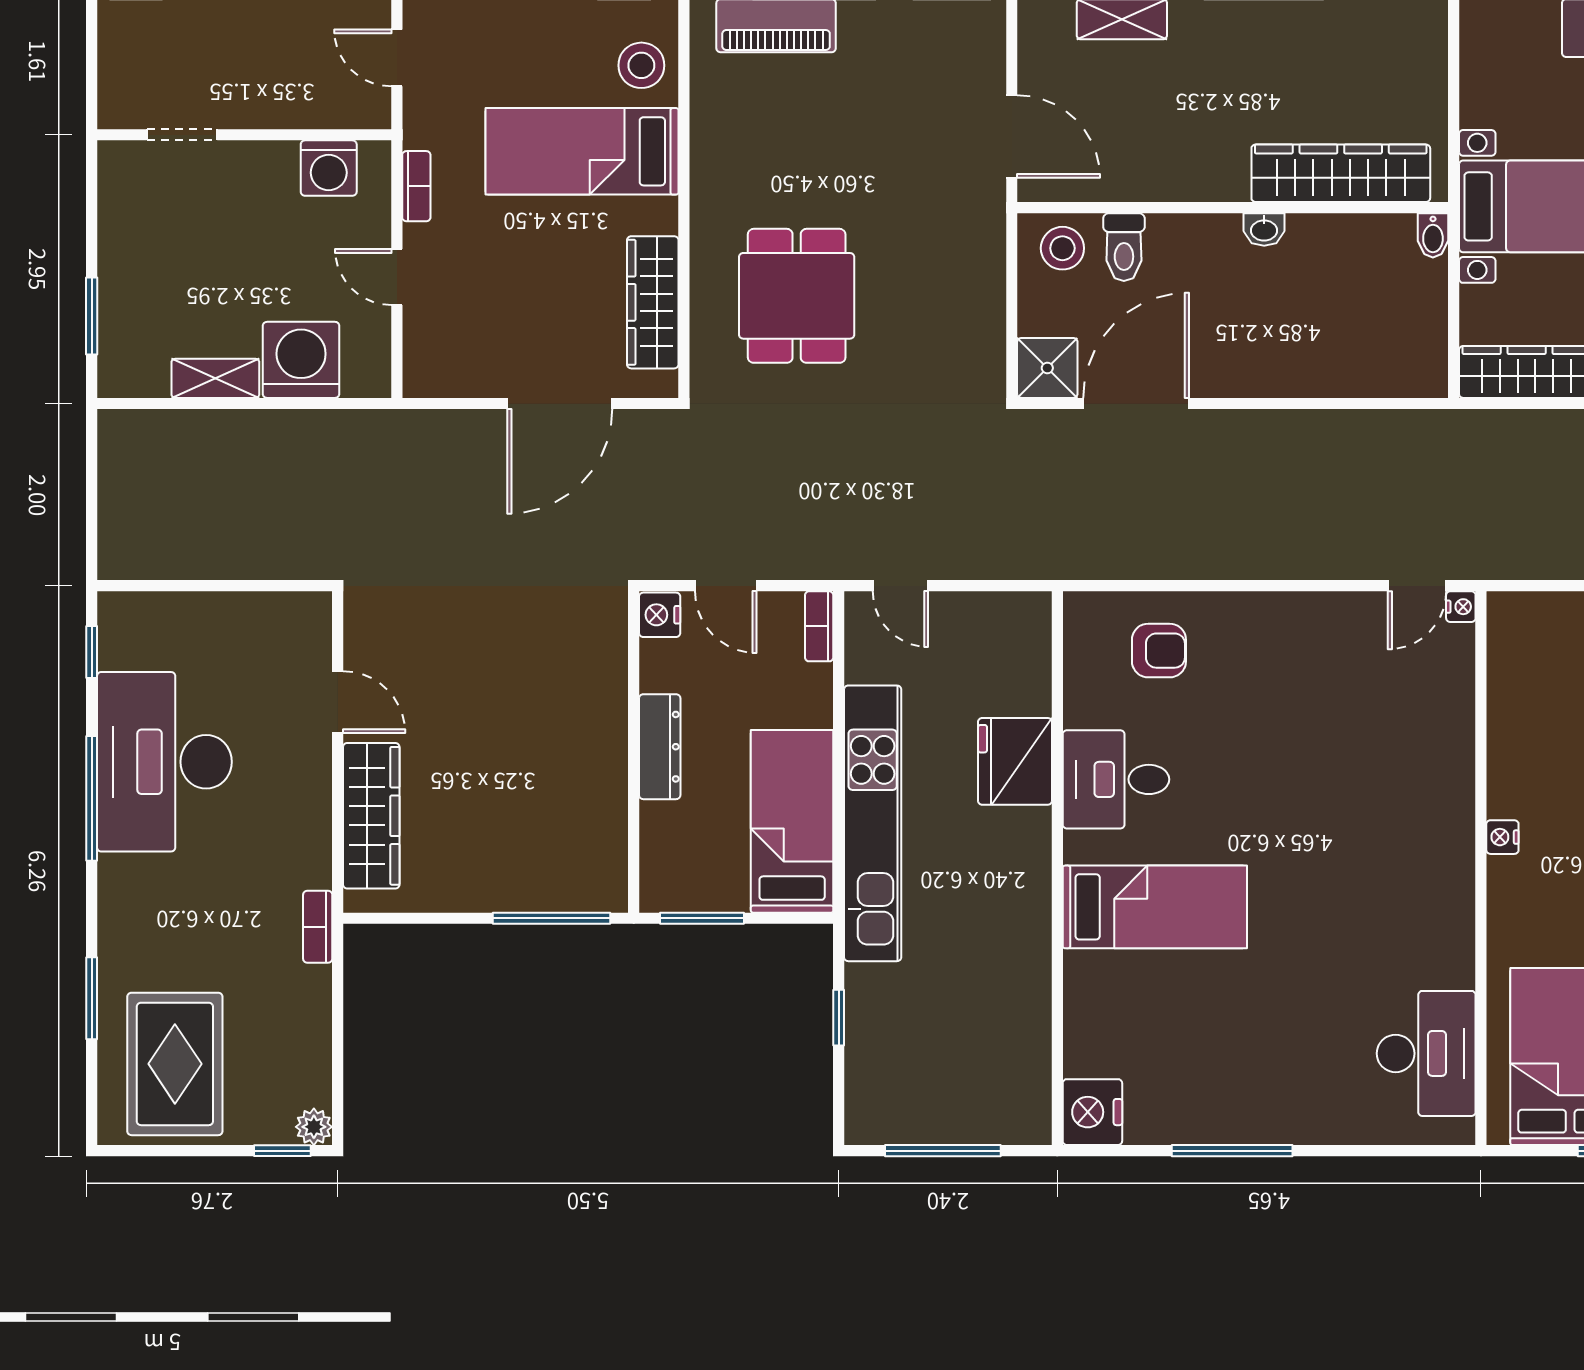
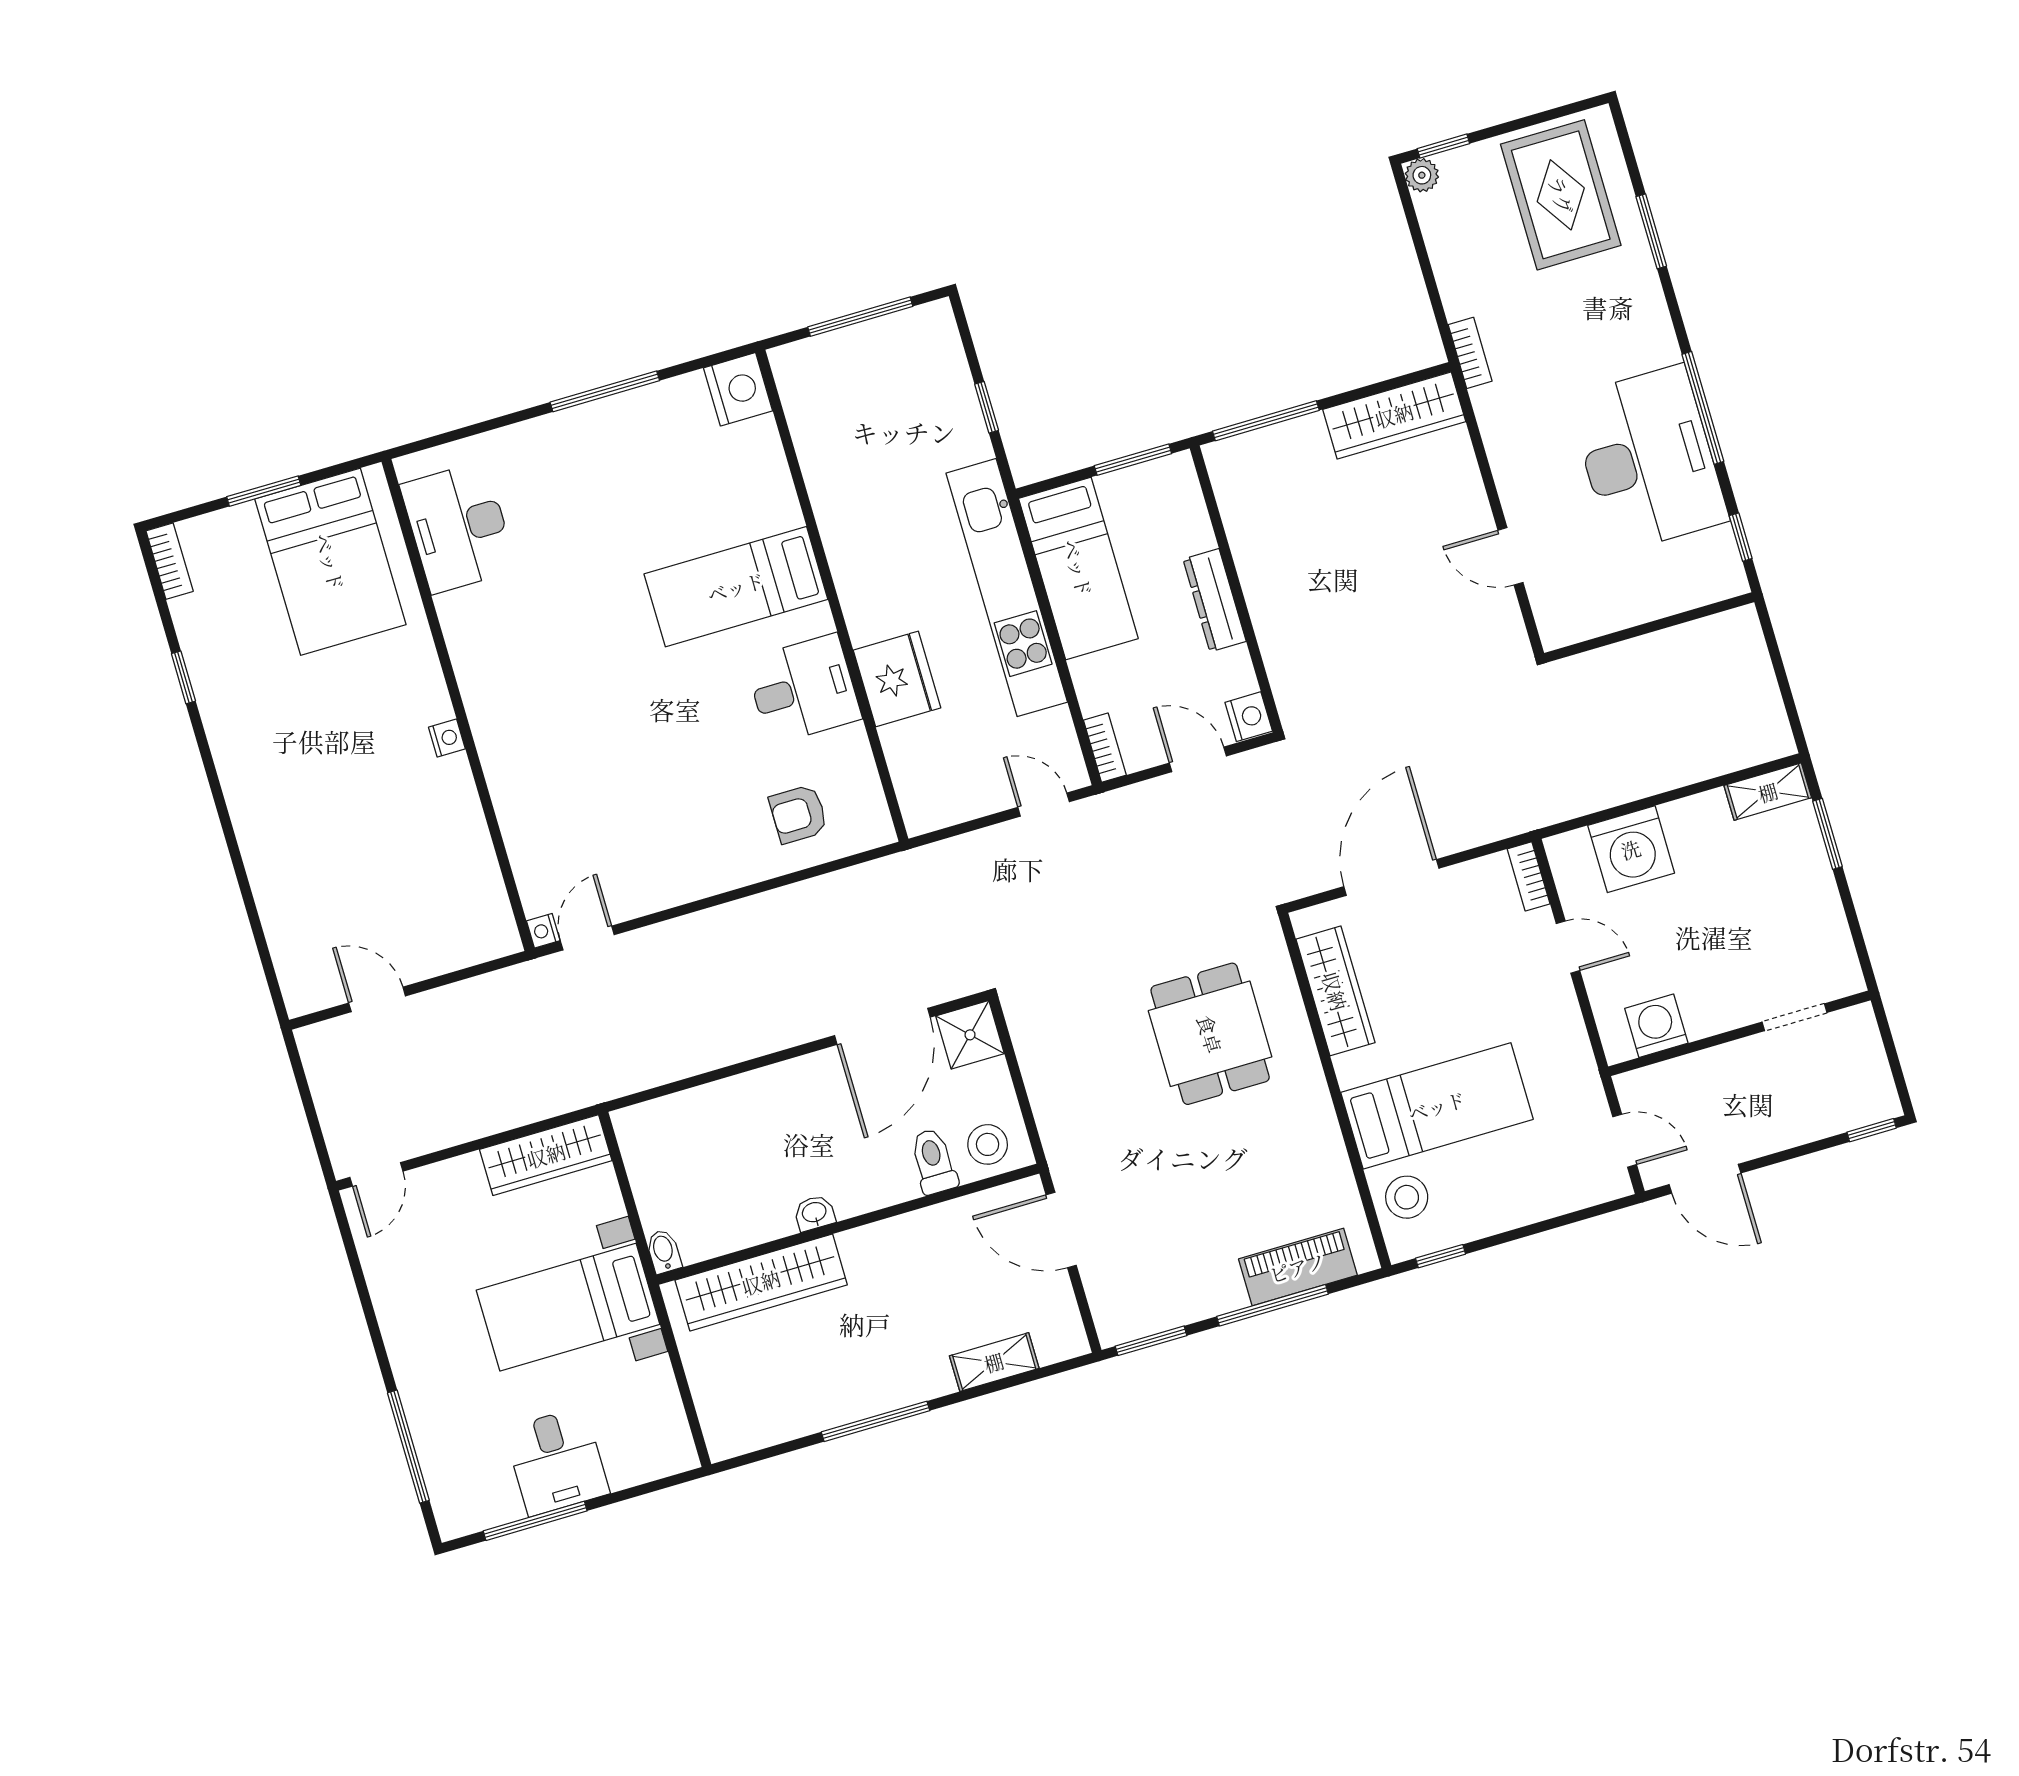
bookcase: (416, 186) -> (1529, 876), moved
shelving: (215, 378) -> (1768, 792), moved
wardrobe: (371, 816) -> (1394, 415), moved, turned -90

